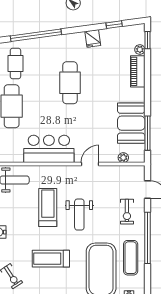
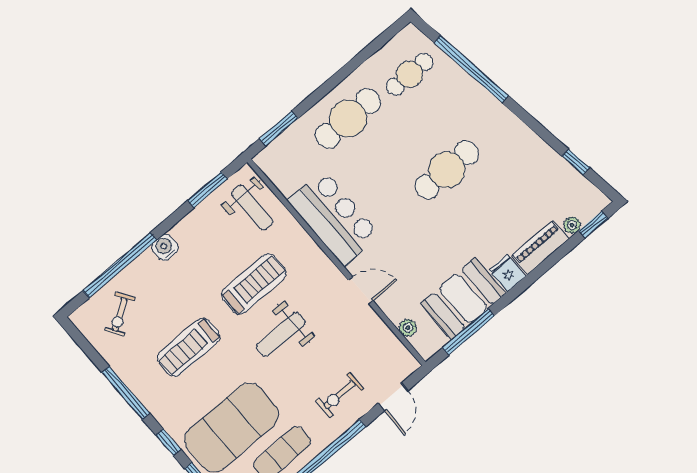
fridge: (93, 38) -> (507, 273), moved, turned 98
treadmill: (51, 259) -> (189, 347), turned -90

